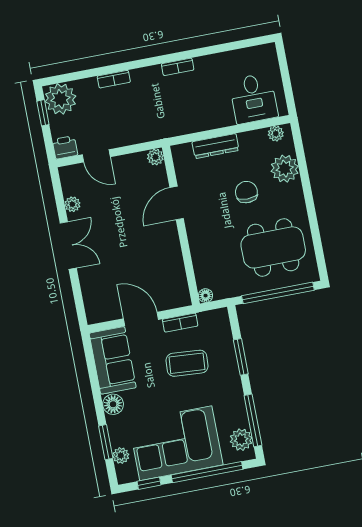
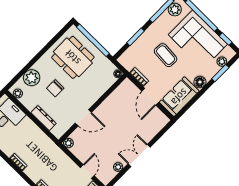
coffee table: (187, 363) -> (166, 55), moved

